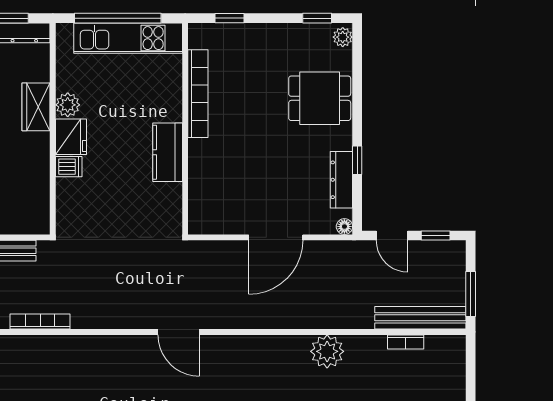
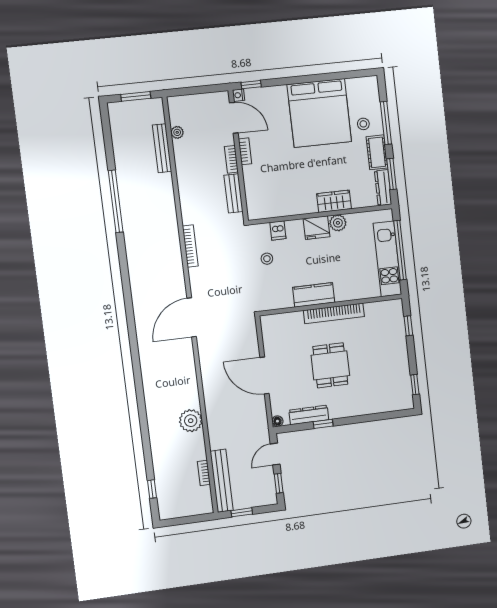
plant: (343, 37) -> (404, 403), removed
bookcase: (198, 94) -> (334, 313), moved
dining table: (320, 98) -> (330, 365), moved
dishwasher: (69, 167) -> (278, 230), moved
stool: (107, 214) -> (267, 259), added
window: (471, 294) -> (242, 512), width x0.67
bookcase: (40, 321) -> (190, 246), moved
door: (179, 332) -> (192, 317), width x1.36

